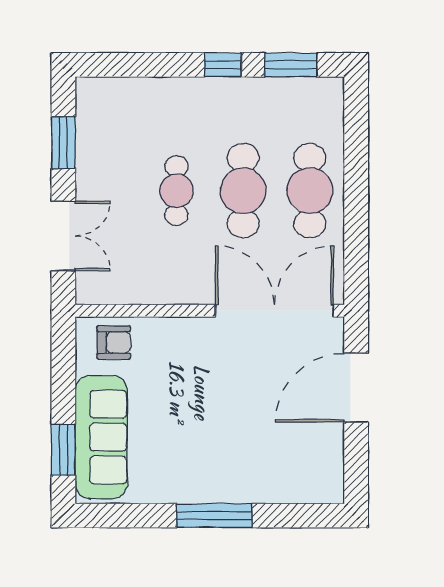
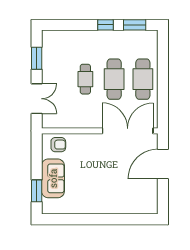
sofa: (101, 437) -> (53, 178), width x0.73
window: (214, 516) -> (102, 219), removed

